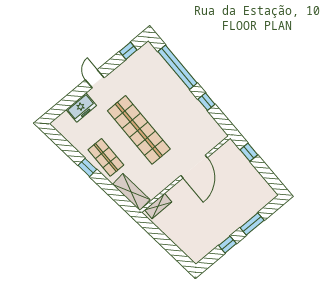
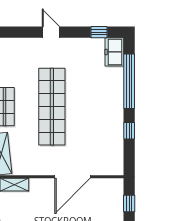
door: (95, 79) -> (51, 32), hinge flipped
freezer: (81, 108) -> (114, 52), moved, turned 90

